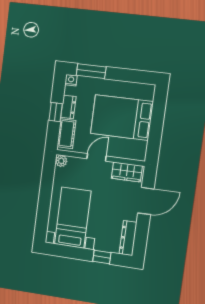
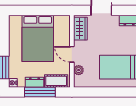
window: (56, 112) -> (40, 92), width x2.17
plant: (61, 161) -> (79, 70), moved

